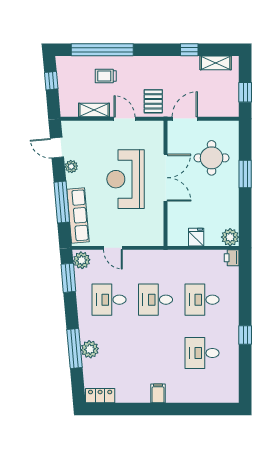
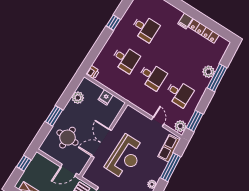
row of seats: (78, 215) -> (169, 148), width x0.68
plant: (230, 237) -> (78, 98), moved
locker: (100, 396) -> (204, 31), moved, width x1.53

